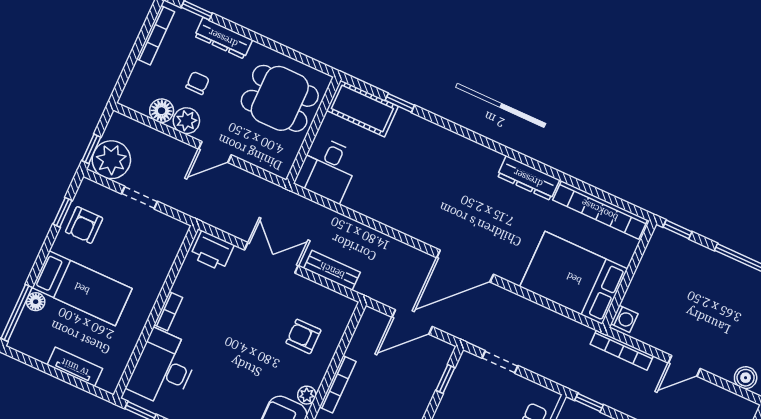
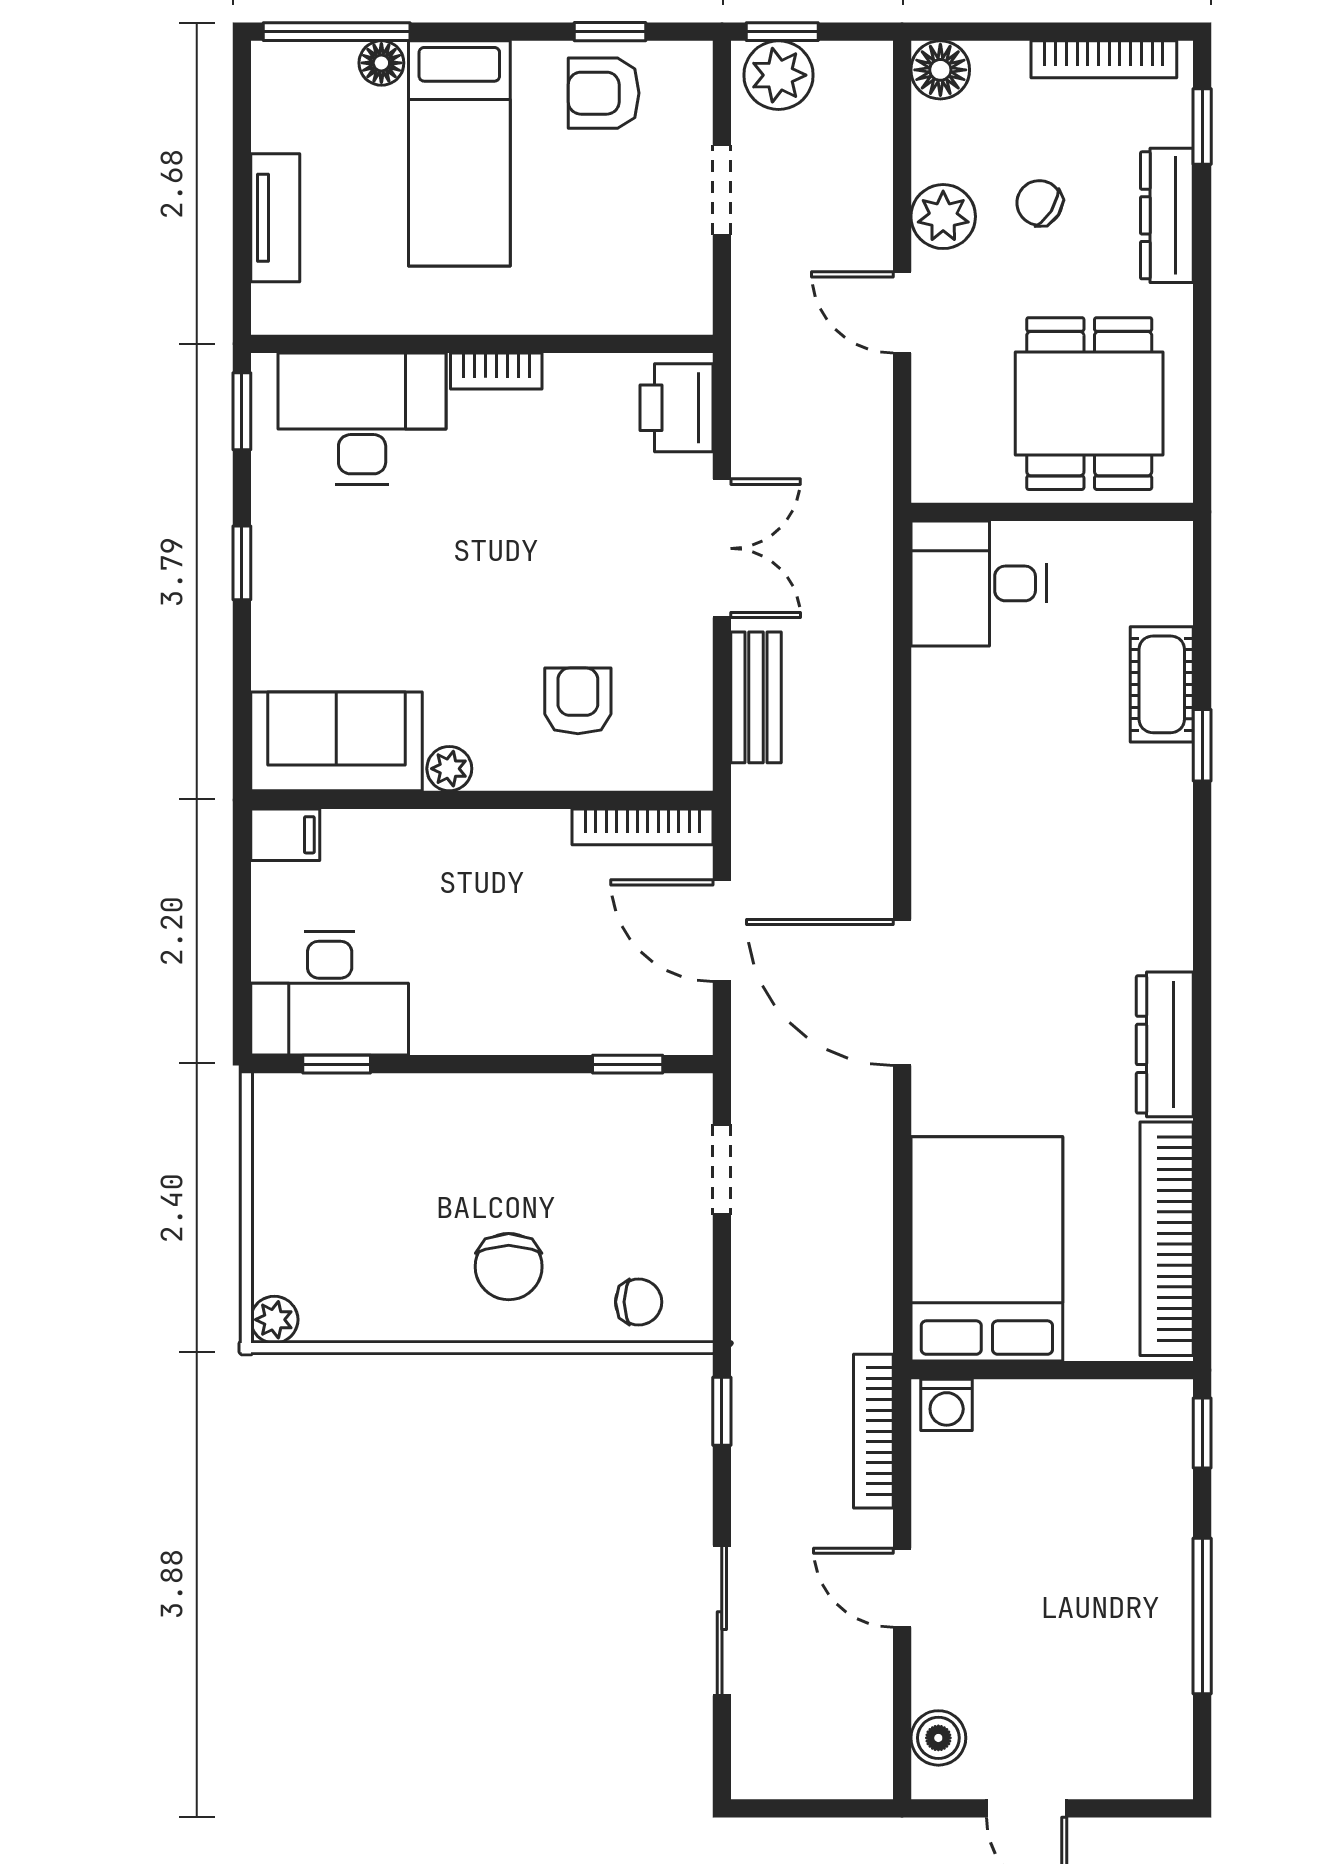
chair: (198, 83) -> (1039, 203), turned -148
window: (400, 103) -> (1202, 745), moved
cot: (362, 108) -> (1162, 684), moved, width x0.73, depth x0.75
floor lamp: (162, 111) -> (940, 70), moved
plant: (111, 160) -> (778, 75), width x0.73, depth x0.73
bookcase: (338, 384) -> (643, 827), moved

